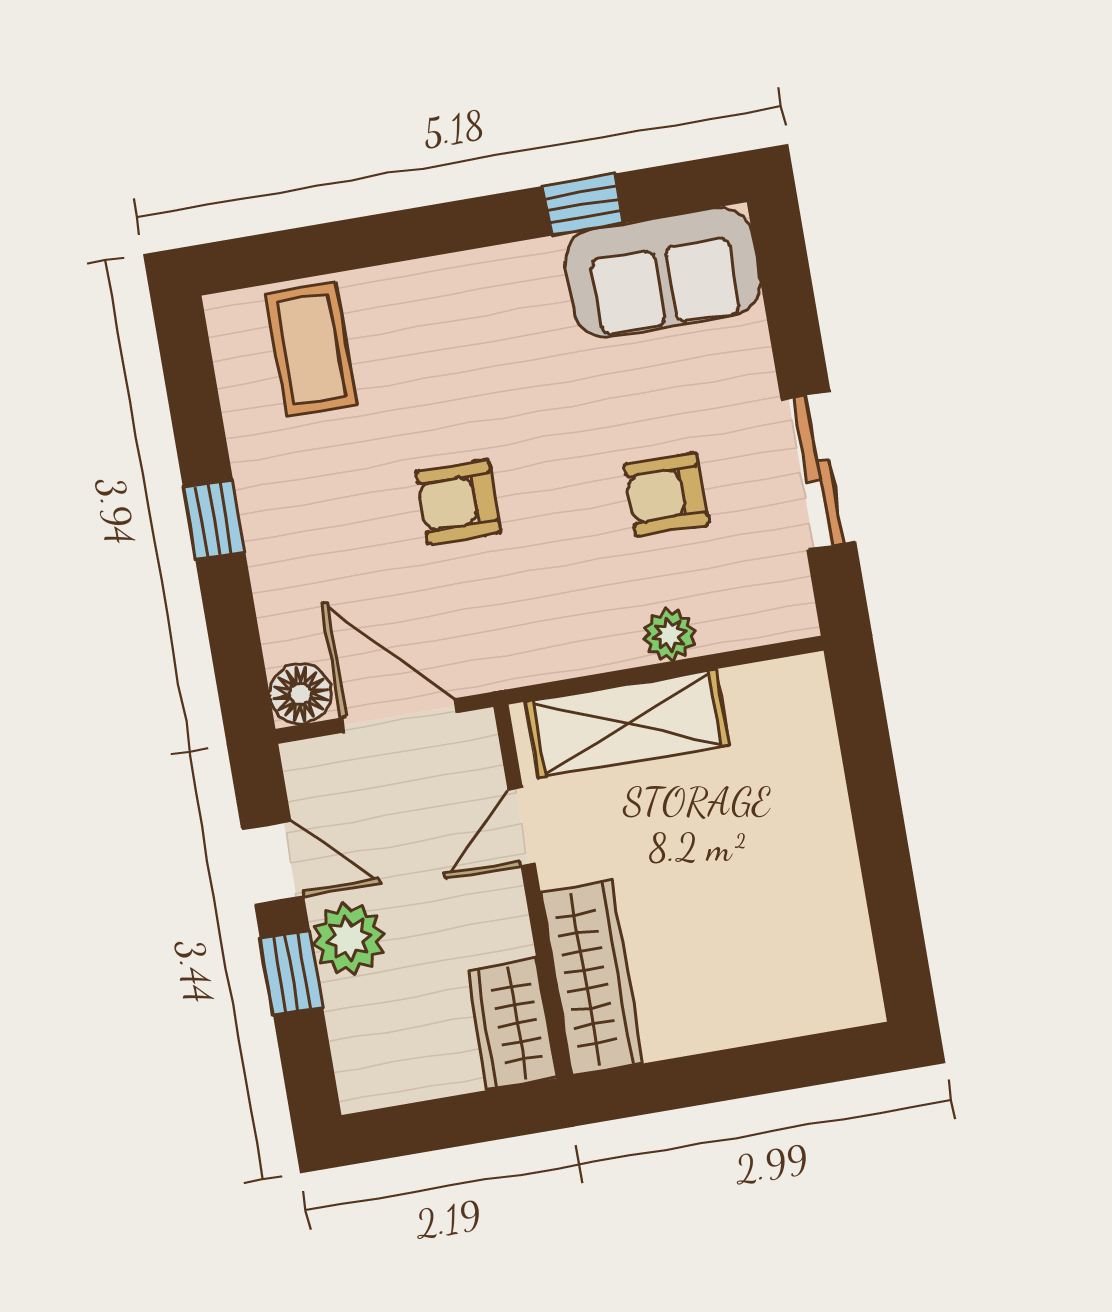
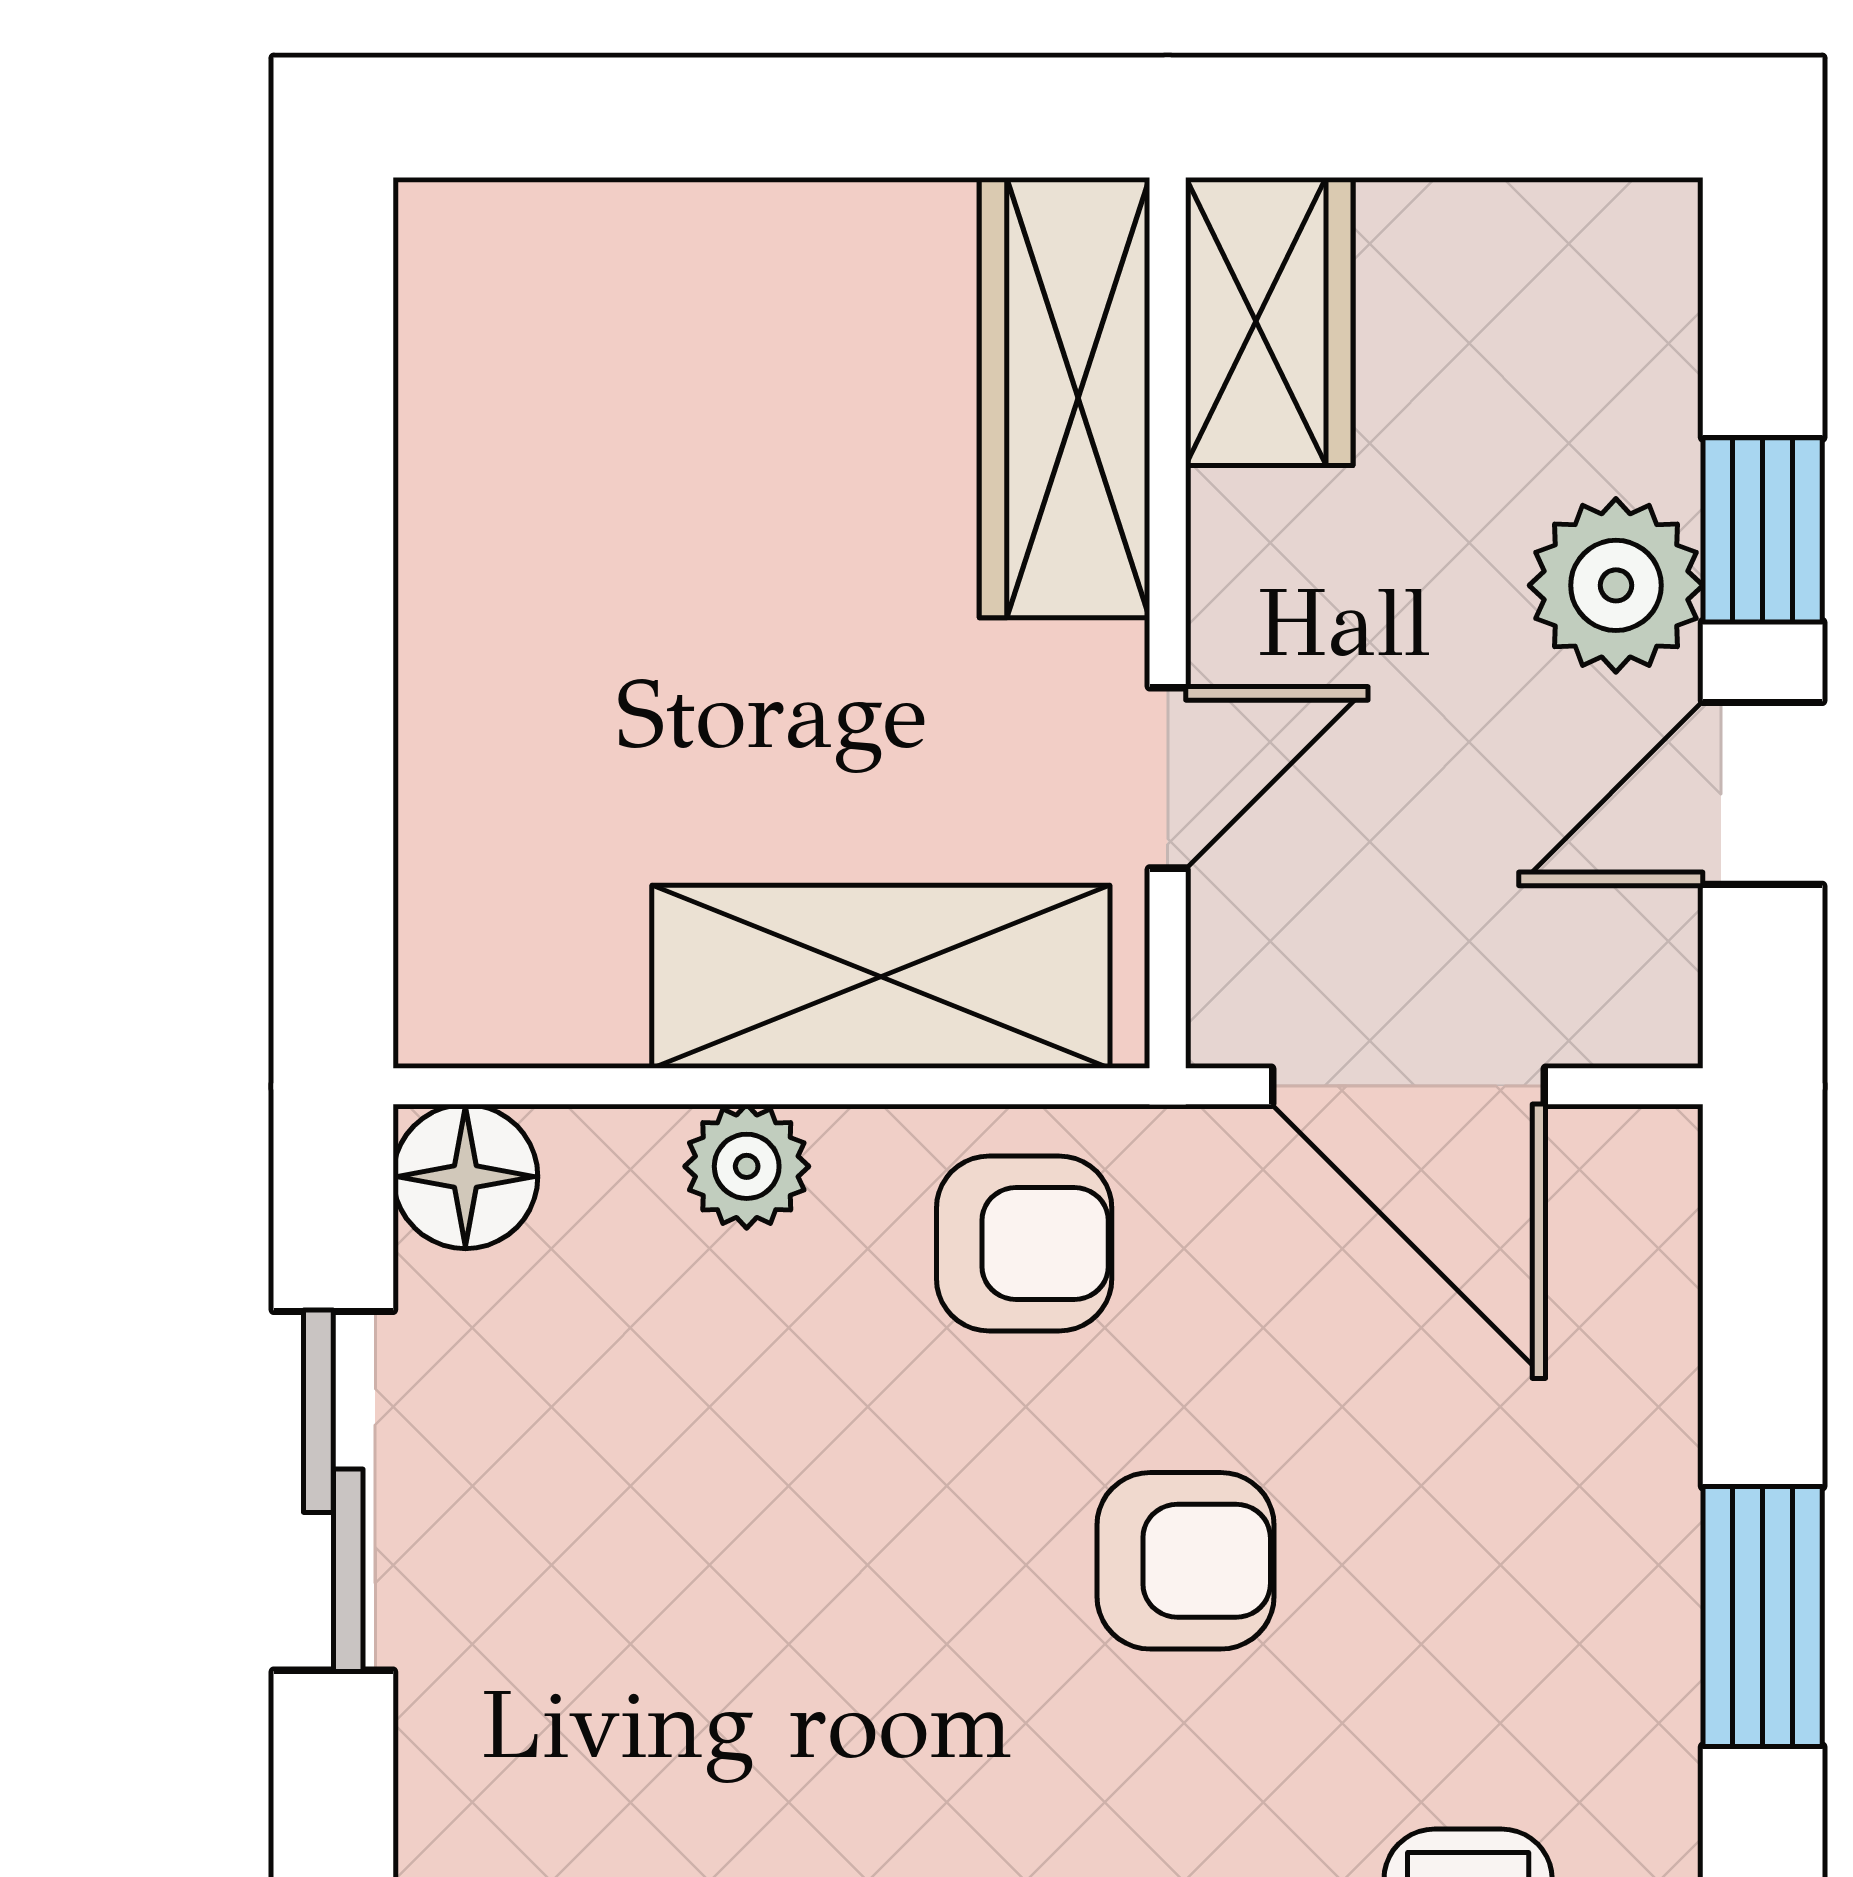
armchair: (666, 494) -> (1024, 1243), moved
window: (214, 520) -> (1763, 1616), width x1.50
floor lamp: (300, 694) -> (465, 1177), moved
door: (273, 863) -> (1763, 793), hinge flipped

